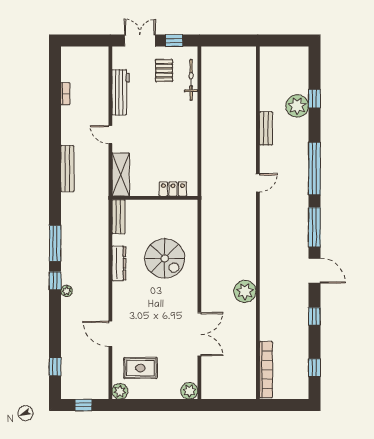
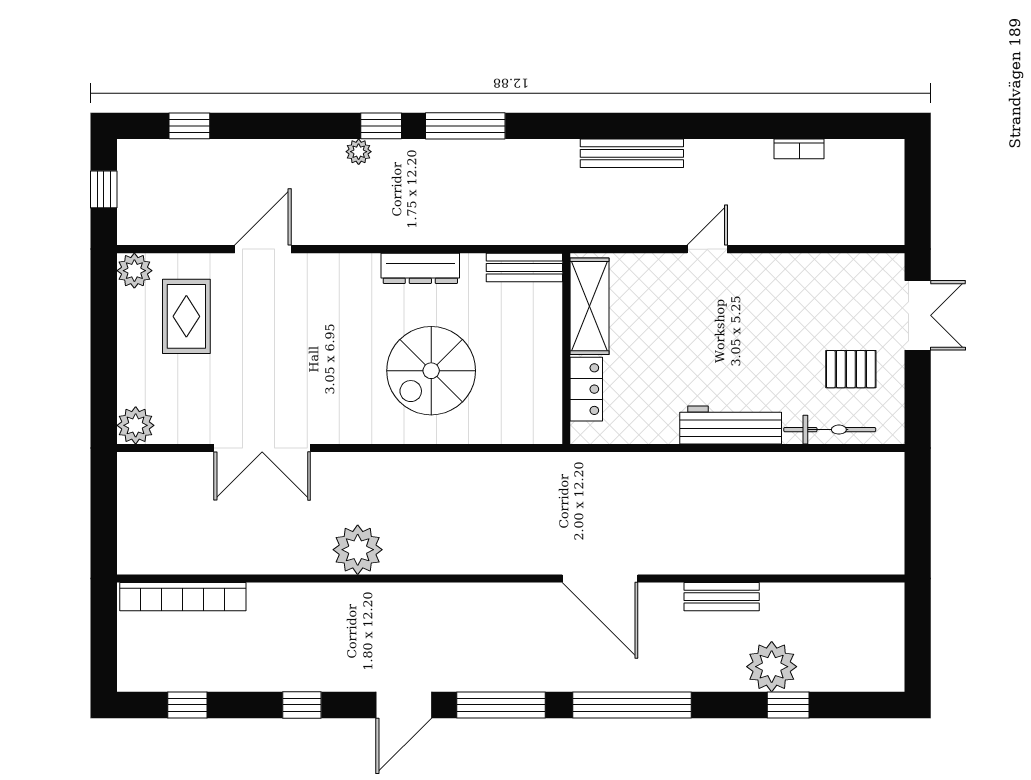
window: (174, 41) -> (918, 392), removed
workbench: (121, 92) -> (731, 425), moved, turned 180
shelving: (121, 175) -> (589, 306), moved, turned 90
door: (258, 183) -> (600, 578), width x1.88

